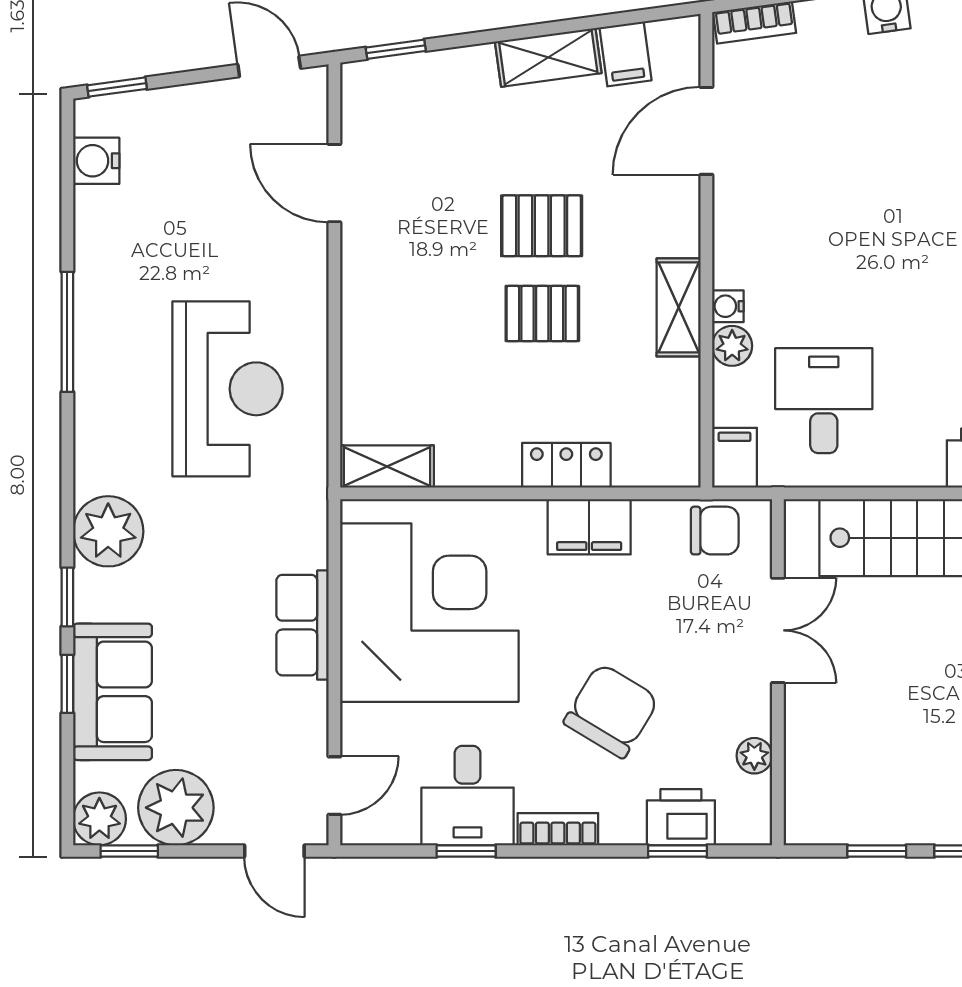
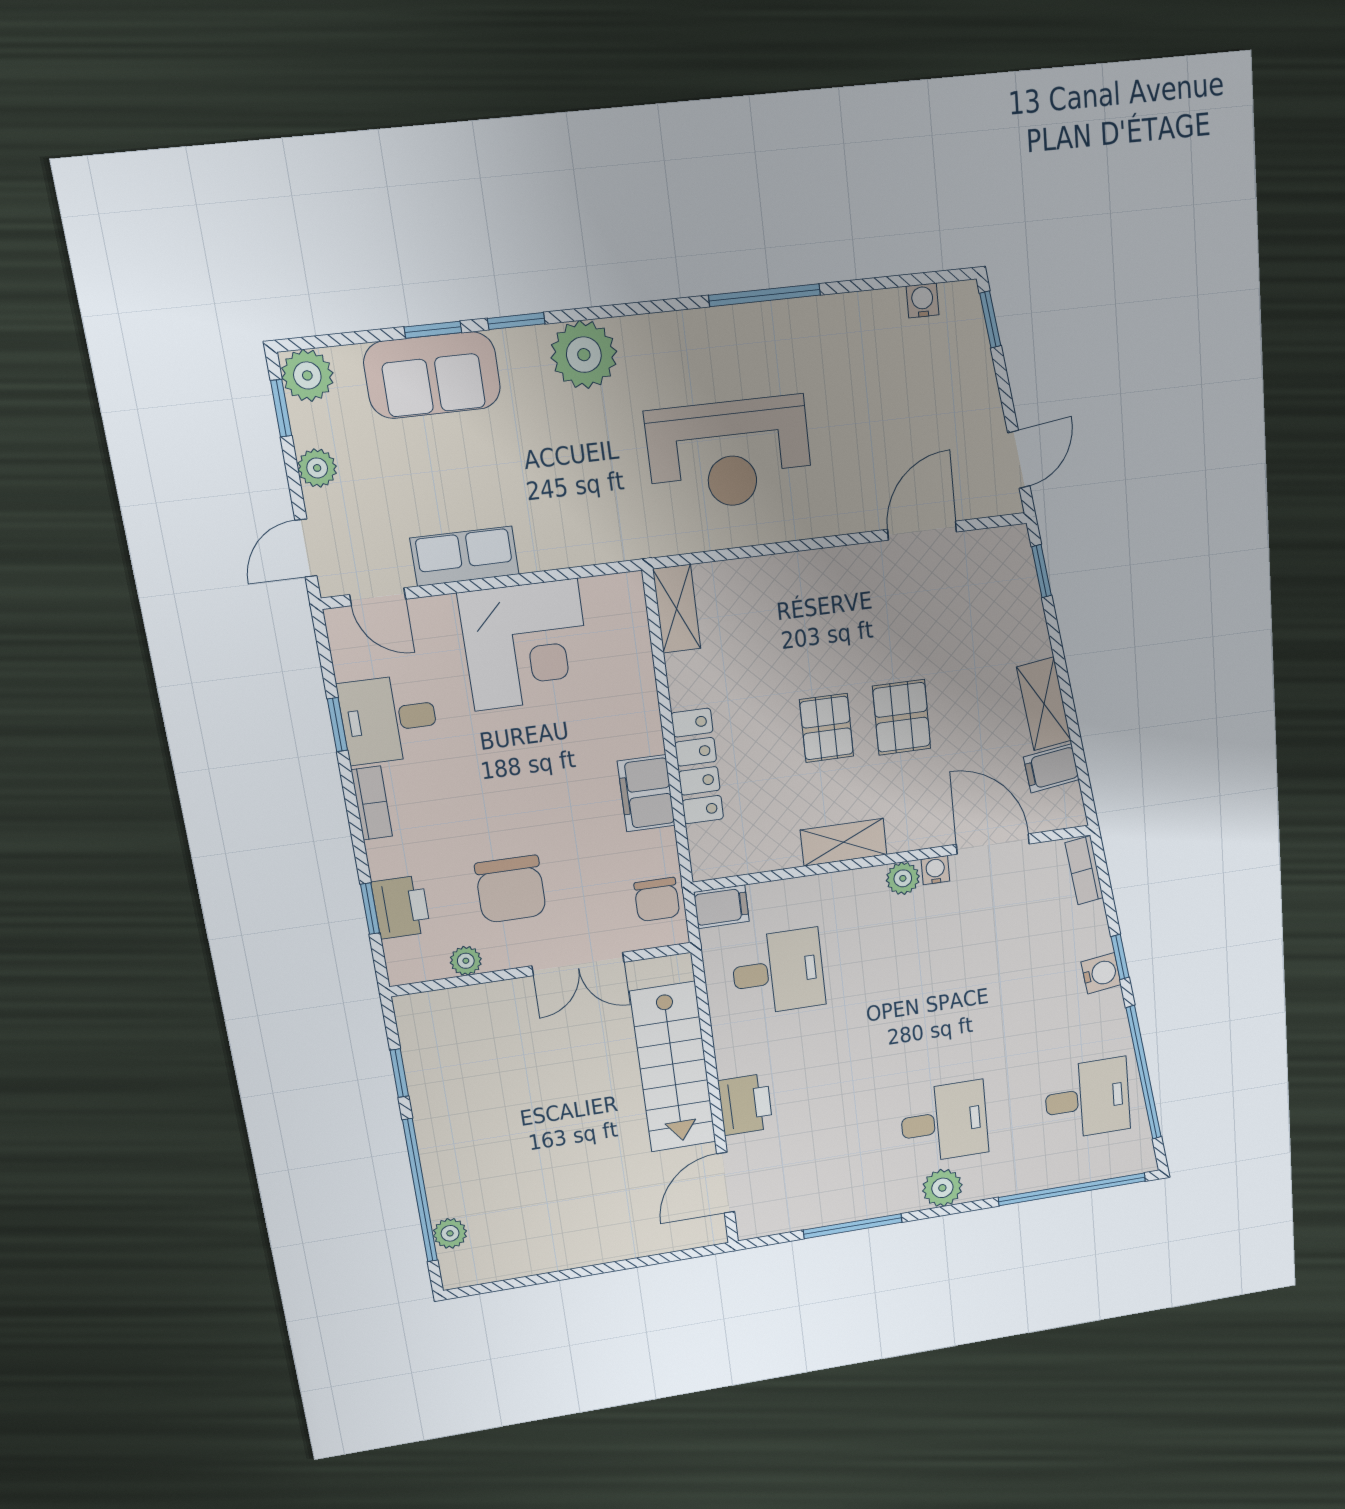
water cooler: (96, 161) -> (922, 301), width x0.72, depth x0.72
water cooler: (728, 306) -> (935, 870), moved
plant: (732, 346) -> (903, 878), moved
locker: (566, 465) -> (697, 766), width x1.53
corner desk: (429, 613) -> (526, 645), width x0.74, depth x0.74
row of seats: (303, 625) -> (465, 556), moved
chair: (611, 711) -> (511, 889), moved, turned 59
plant: (176, 808) -> (317, 468), width x0.53, depth x0.53

